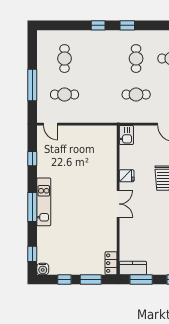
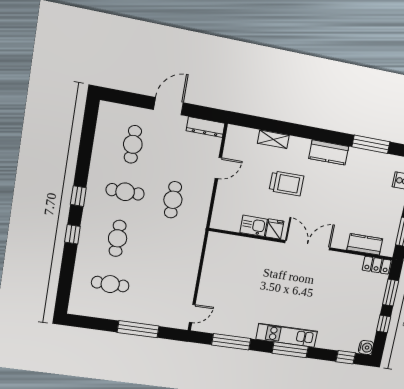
cafe table: (65, 95) -> (118, 238), moved
kitchen sink: (126, 135) -> (254, 226), moved
window: (32, 159) -> (231, 342), width x2.17
double door: (118, 204) -> (307, 245), width x1.37
kitchen counter: (133, 268) -> (365, 244), moved, turned 90

